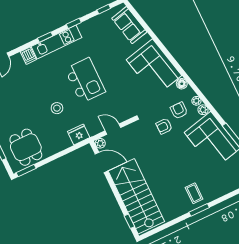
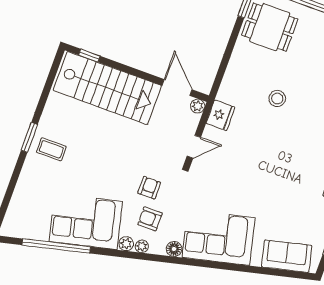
kitchen island: (85, 80) -> (276, 155), removed
armchair: (179, 110) -> (150, 219), turned 180
door: (113, 129) -> (194, 147), moved
fridge: (79, 134) -> (220, 115), moved
door: (101, 163) -> (177, 88), swing flipped

